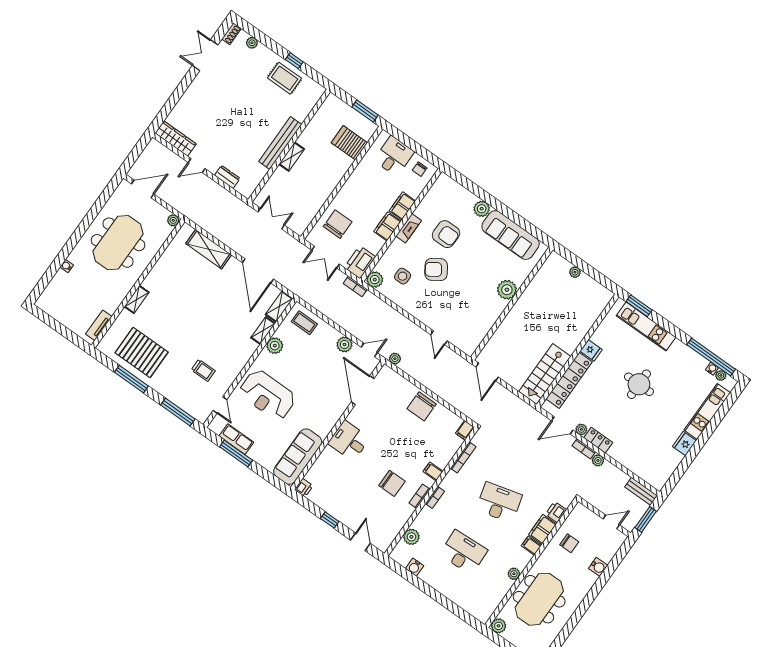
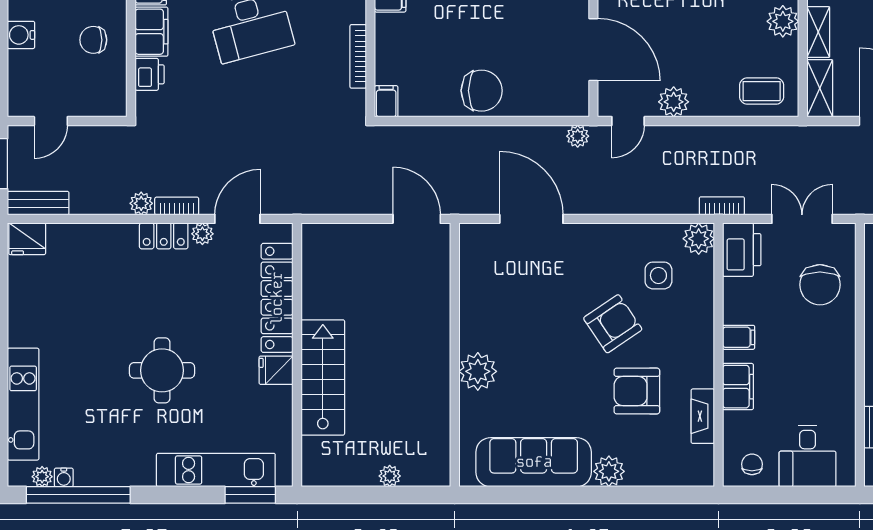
filing cabinet: (387, 226) -> (739, 337), width x0.50
fireplace: (409, 228) -> (703, 416), moved
door: (439, 338) -> (531, 219), width x1.87
stairs: (545, 374) -> (323, 377), moved
chair: (422, 406) -> (482, 91), turned 90
fridge: (684, 444) -> (27, 239), moved, turned 90

